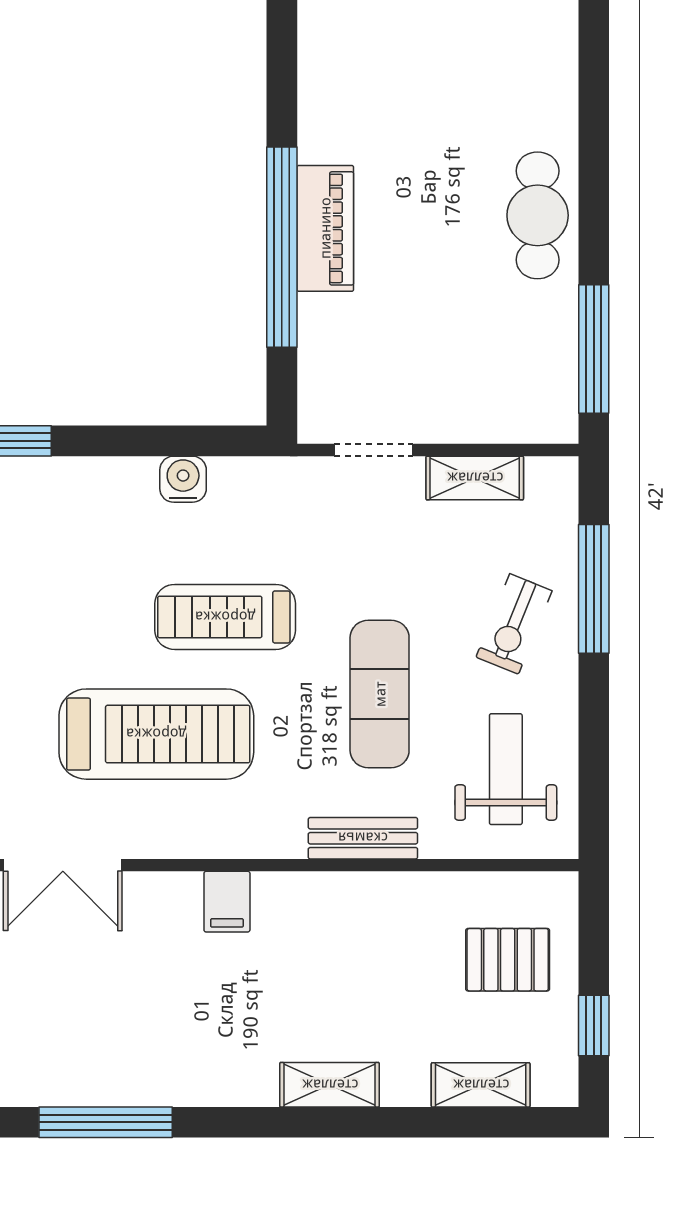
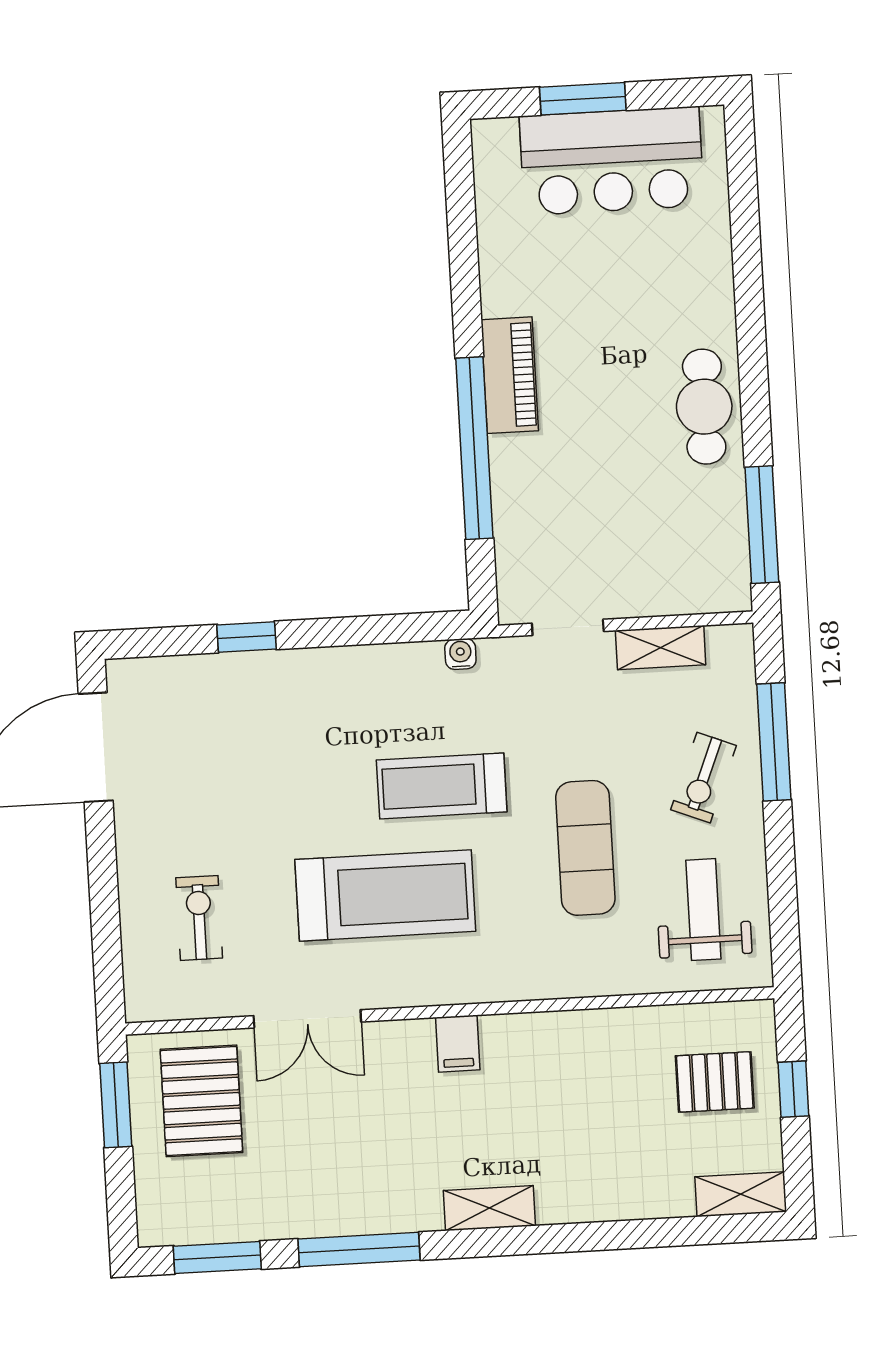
piano: (325, 228) -> (510, 375), moved
water cooler: (183, 479) -> (460, 654), moved, width x0.72, depth x0.72
bench: (363, 838) -> (578, 979), removed
window: (594, 1026) -> (793, 1089), moved
shelving: (330, 1085) -> (489, 1208), moved
shelving: (481, 1085) -> (741, 1194), moved

